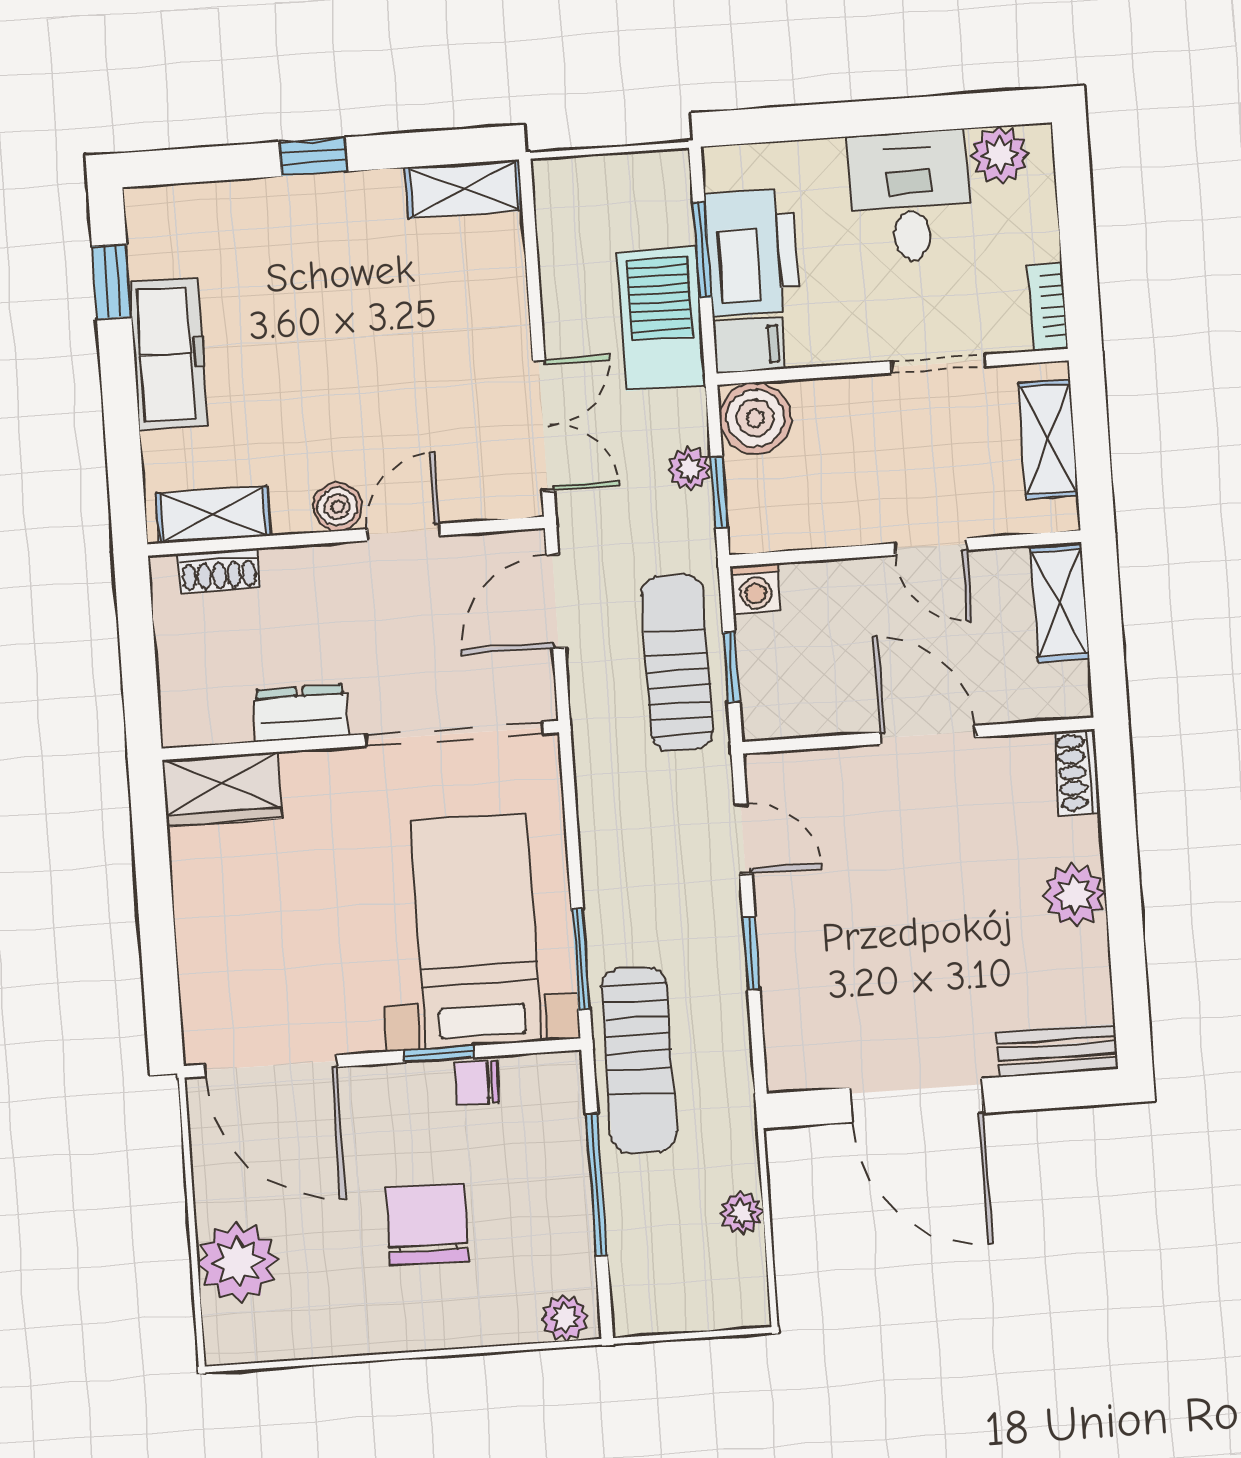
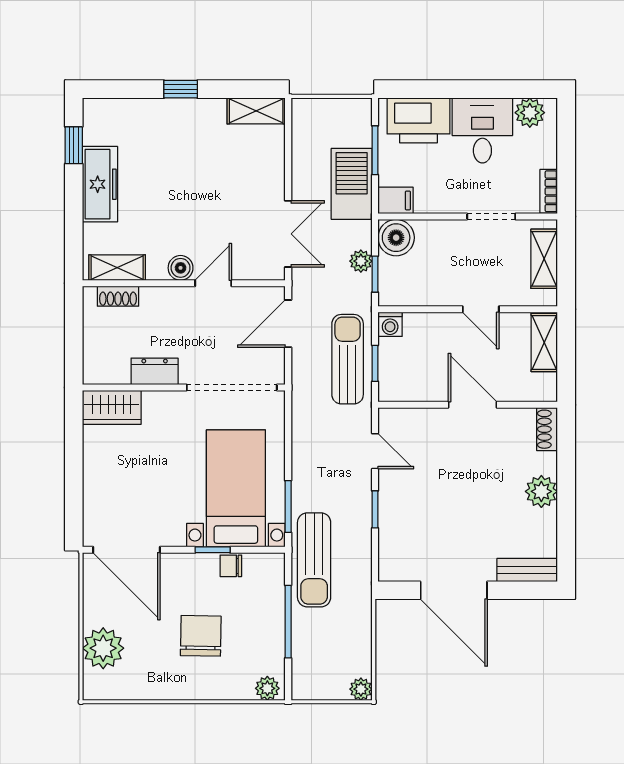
printer: (752, 253) -> (419, 120), moved, turned 90
plant: (742, 1213) -> (361, 689), moved

